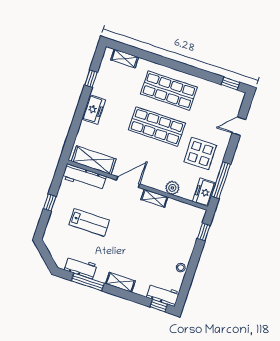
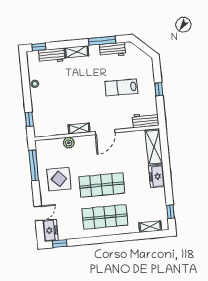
window: (91, 79) -> (171, 212), moved
shelving: (94, 160) -> (154, 147), moved, turned 90
workbench: (84, 177) -> (146, 120), width x0.73
freezer: (204, 192) -> (50, 230), moved
workbench: (163, 295) -> (52, 56), moved

